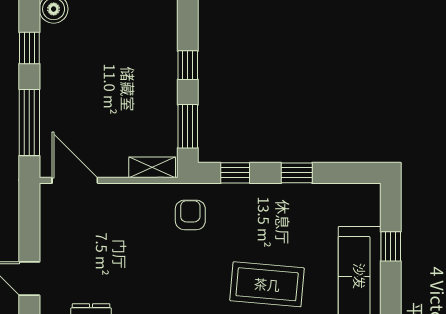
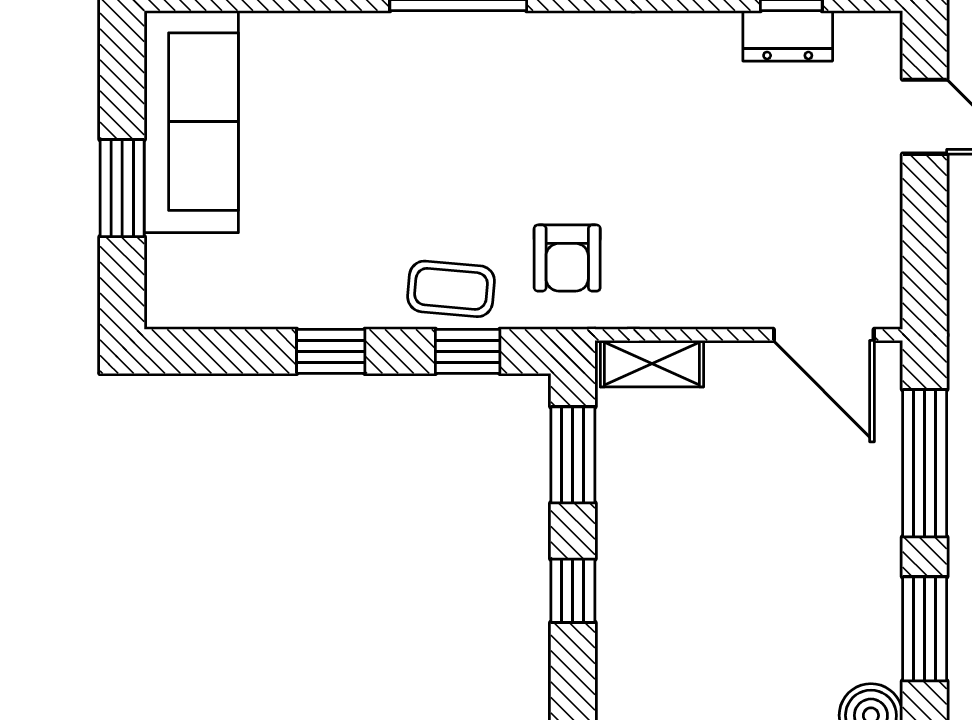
window: (29, 48) -> (925, 629), width x1.50
window: (391, 246) -> (122, 188), width x1.50
coffee table: (267, 284) -> (451, 289), moved, width x0.54, depth x0.58

